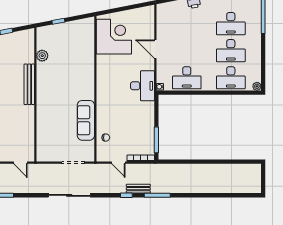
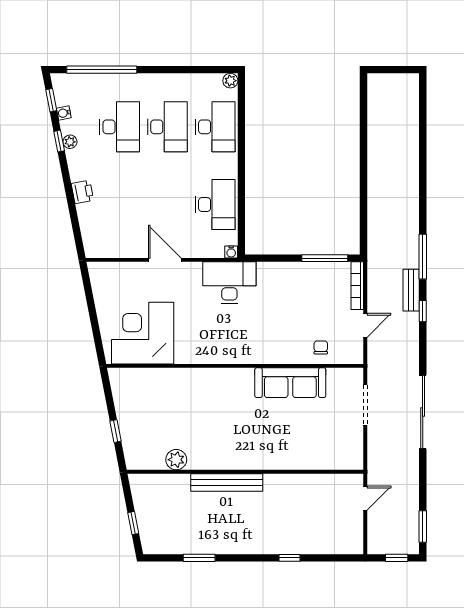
door: (155, 49) -> (165, 260), swing flipped

